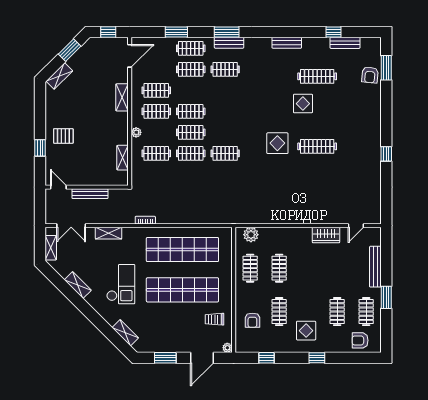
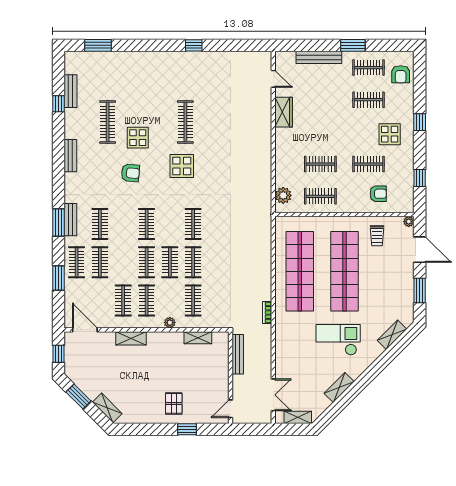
armchair: (370, 75) -> (130, 173), moved
clothes rail: (225, 111) -> (147, 224), added
bench: (90, 194) -> (238, 354), moved
shelving: (109, 233) -> (282, 353), removed

